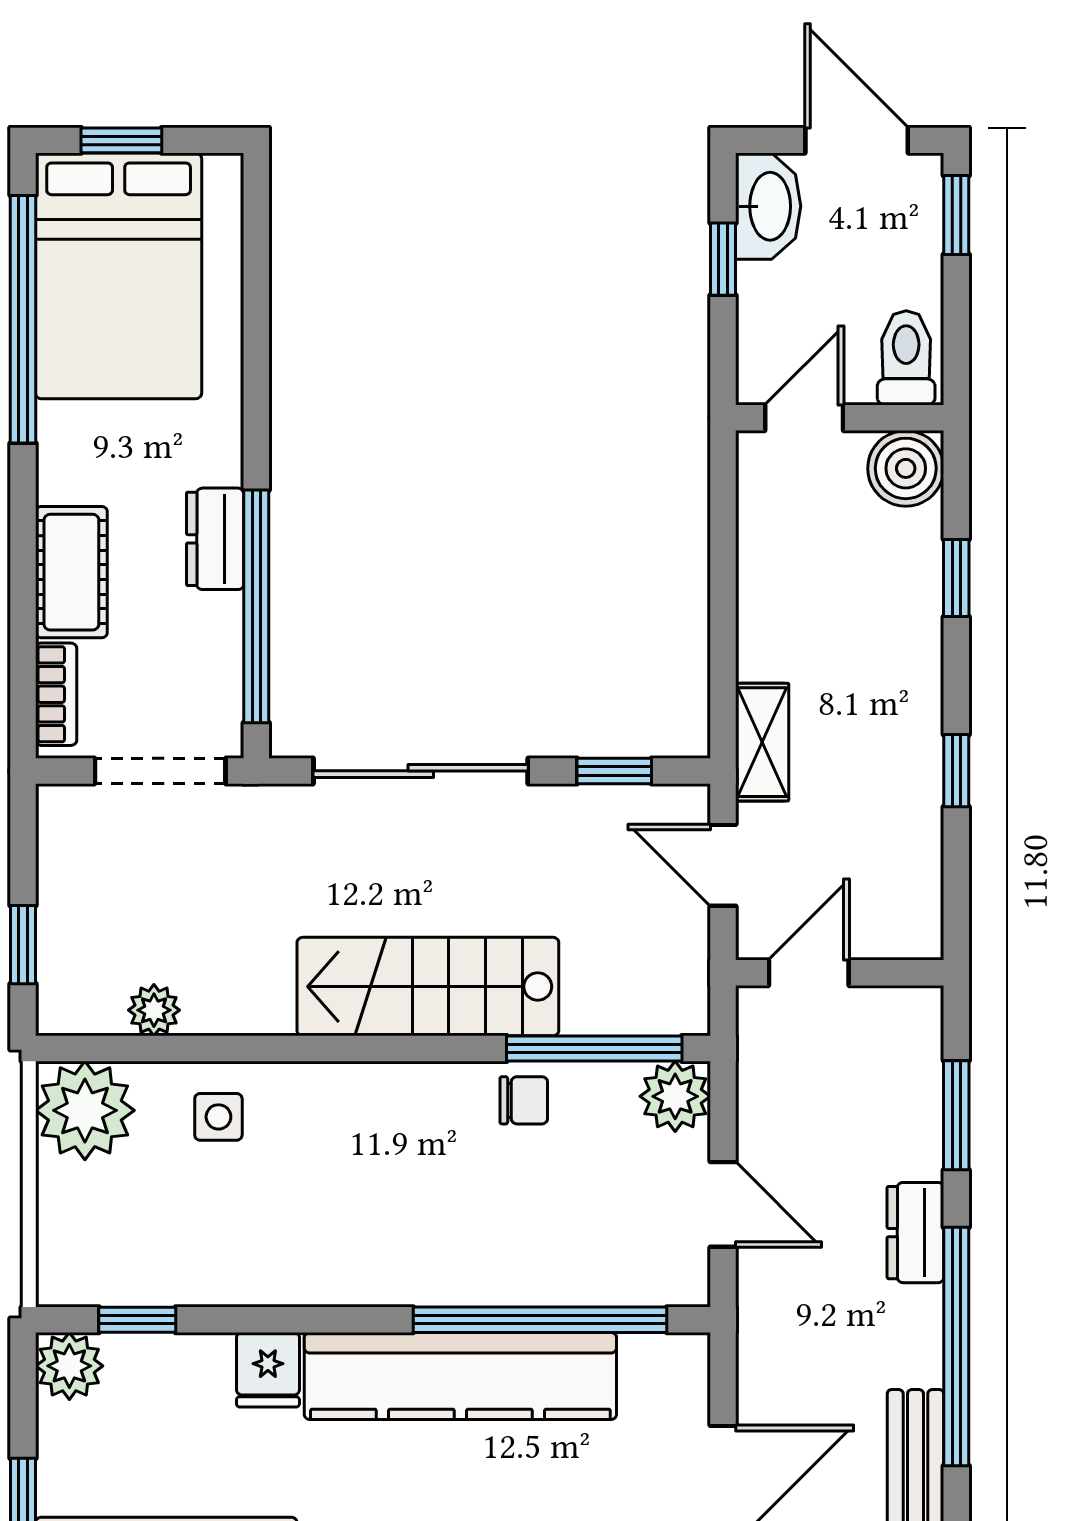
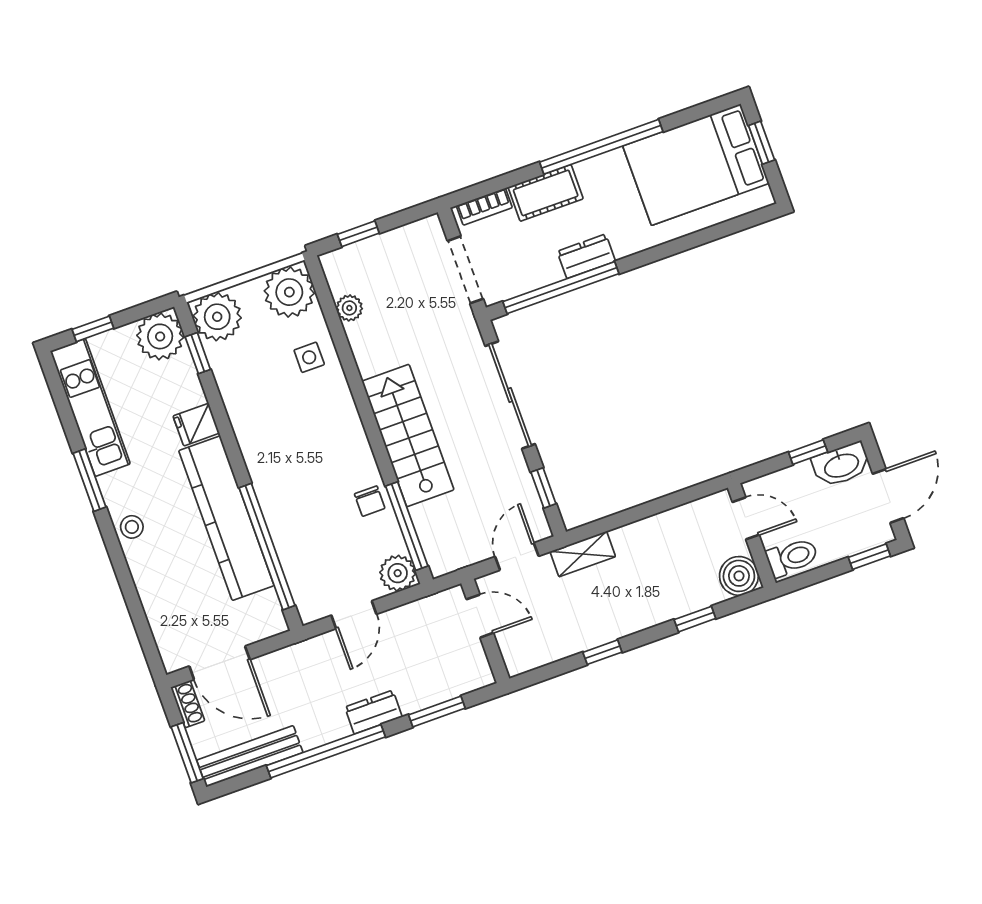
window: (23, 319) -> (601, 147), moved
plant: (83, 1260) -> (217, 317), added
plant: (69, 1366) -> (160, 336), width x1.36, depth x1.36

